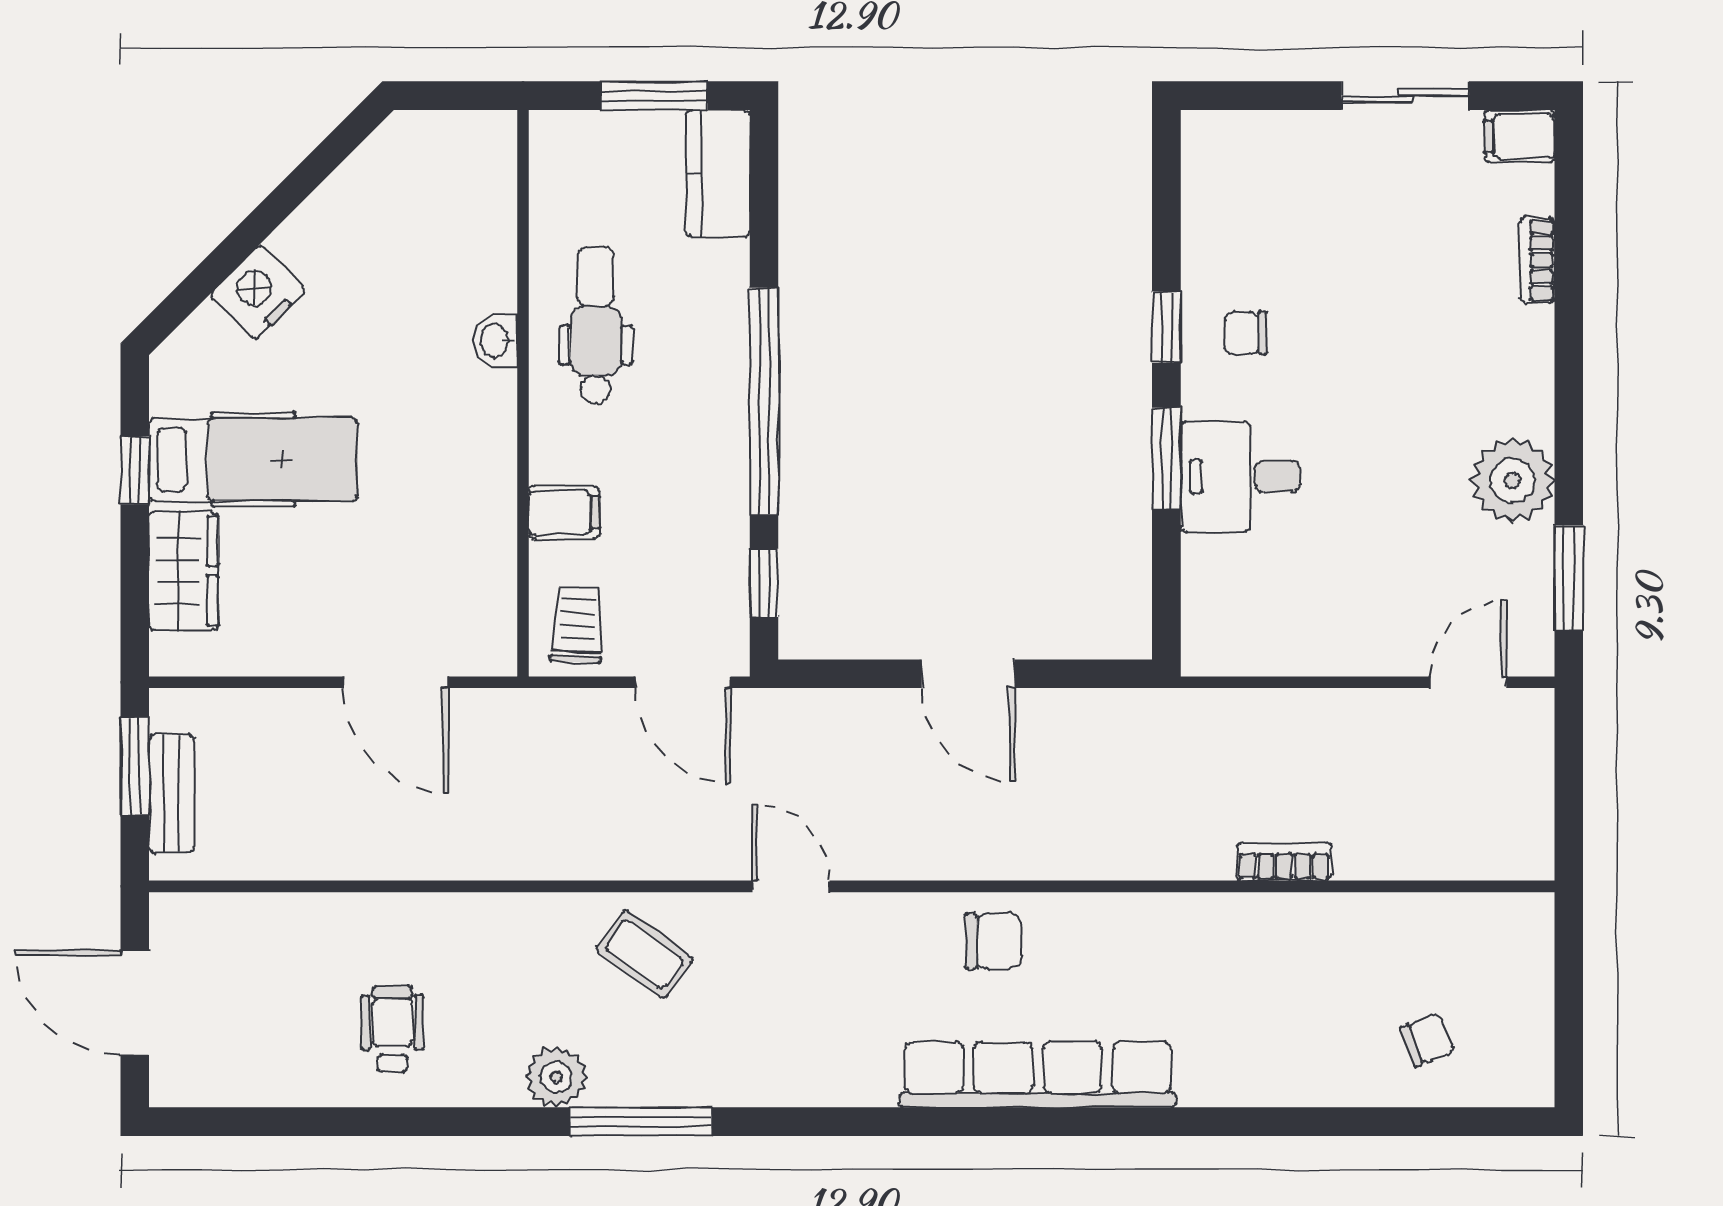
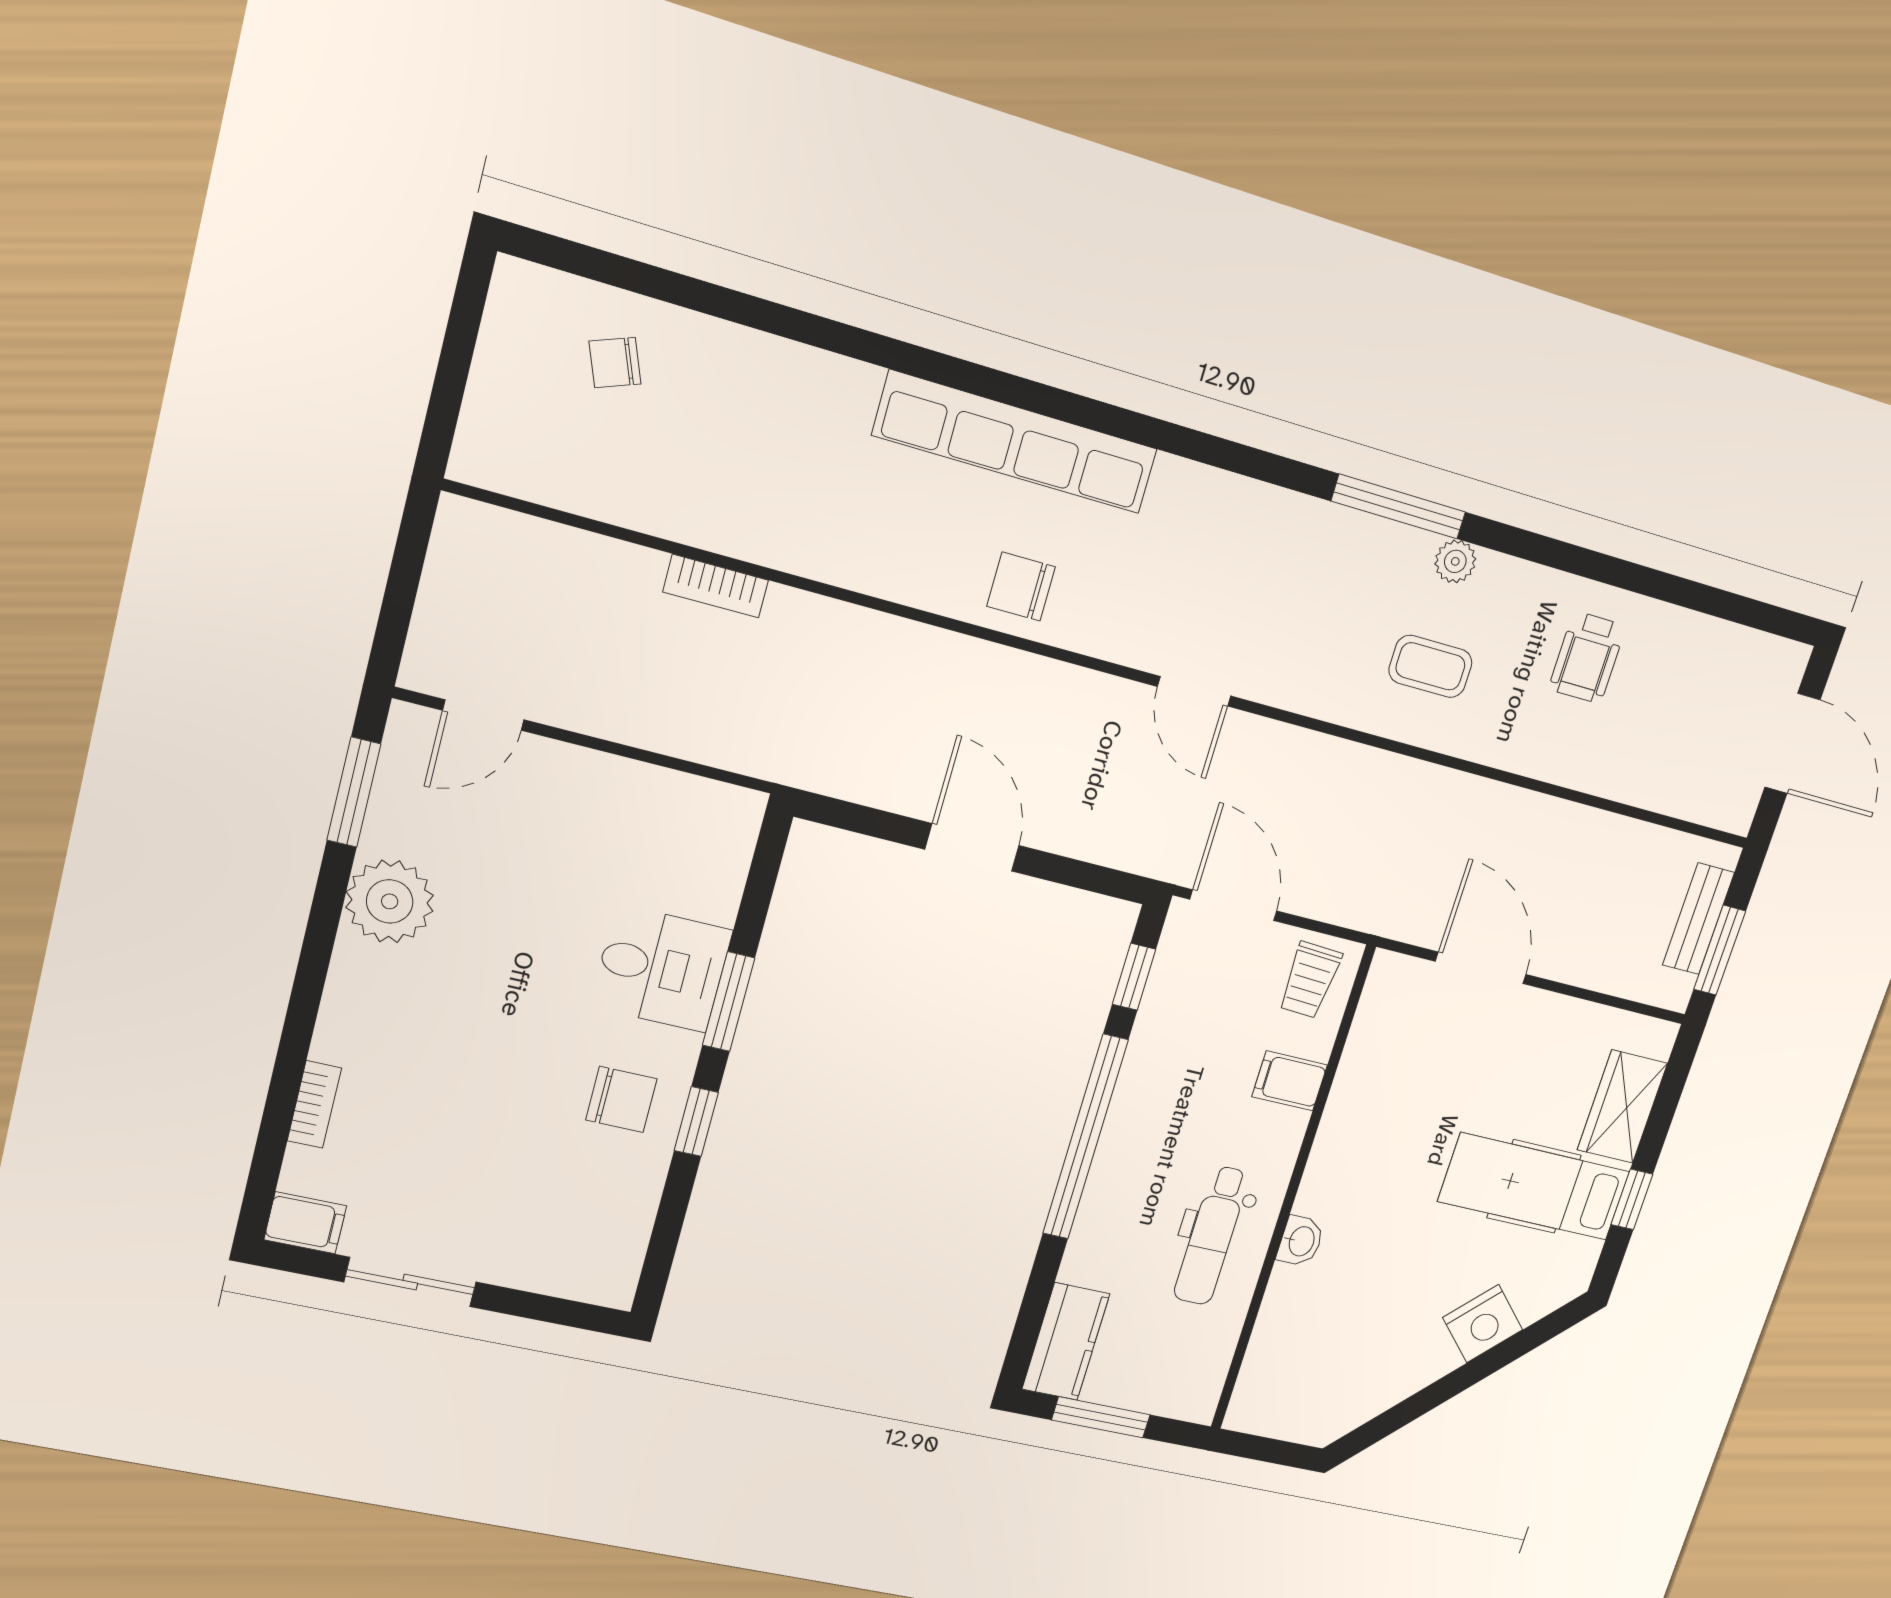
chair: (1246, 333) -> (621, 1099), width x1.37, depth x1.37
coffee table: (644, 954) -> (1430, 666), moved, turned -36
plant: (556, 1077) -> (1455, 561), width x0.73, depth x0.73

